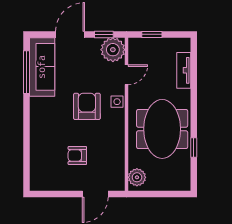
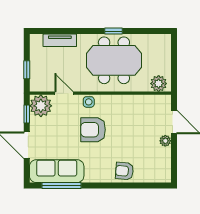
window: (194, 148) -> (113, 31), moved
armchair: (77, 155) -> (124, 171), moved, turned 95
plant: (75, 185) -> (165, 141), added

